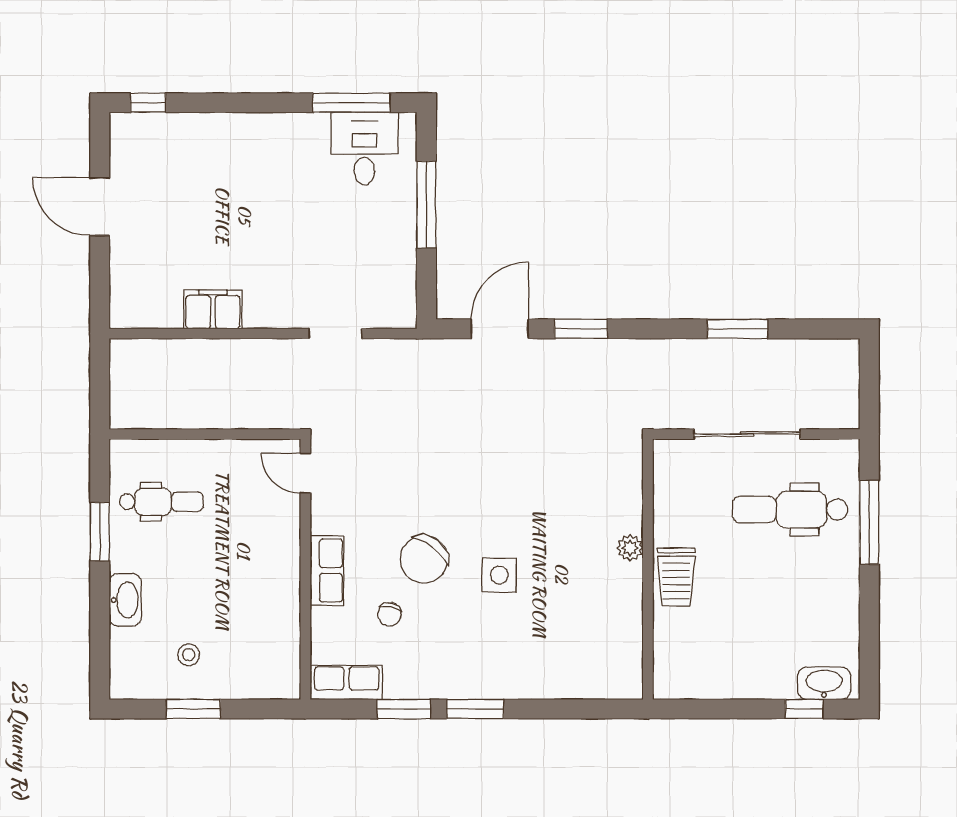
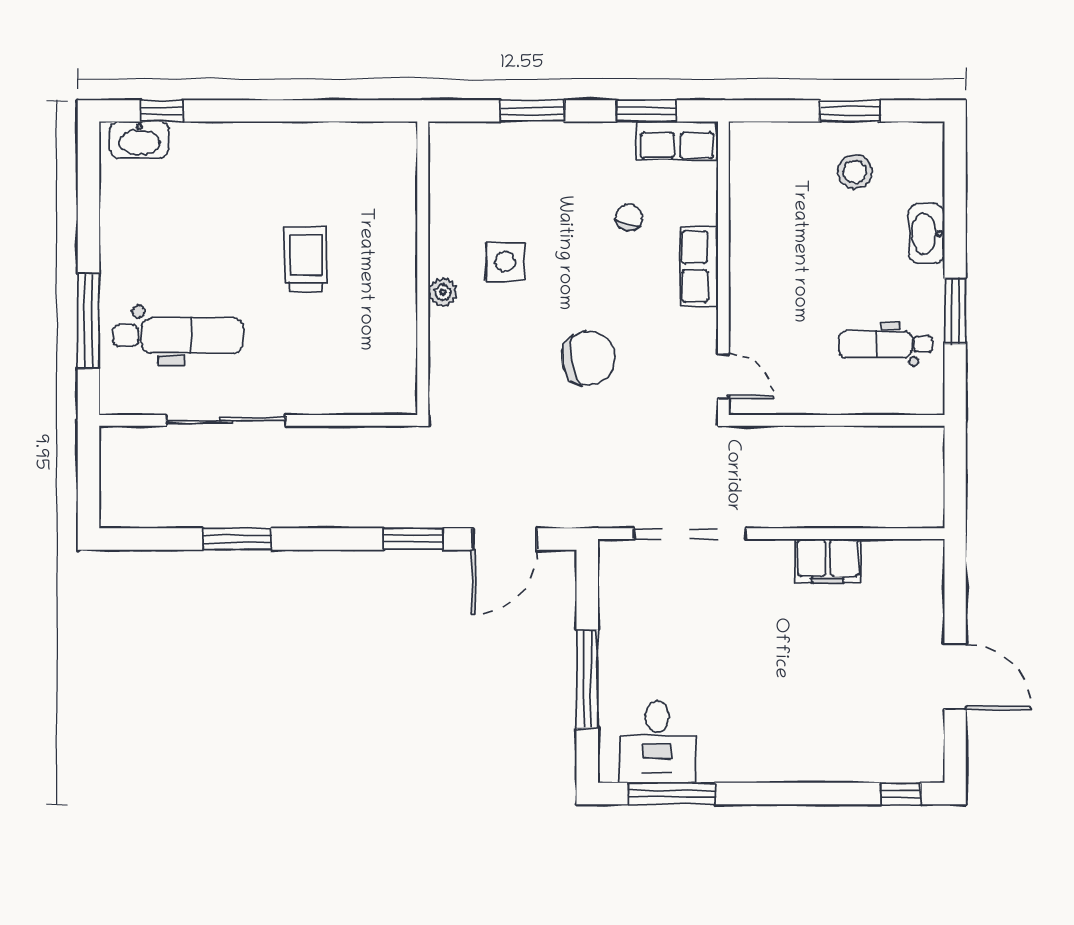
doorway: (335, 334) -> (690, 534), width x1.88
plant: (630, 548) -> (443, 292), moved
chair: (424, 559) -> (588, 358), moved, turned 41
wall: (648, 569) -> (423, 268), moved
stool: (189, 655) -> (855, 172), width x1.37, depth x1.37
window: (404, 709) -> (646, 111), moved

